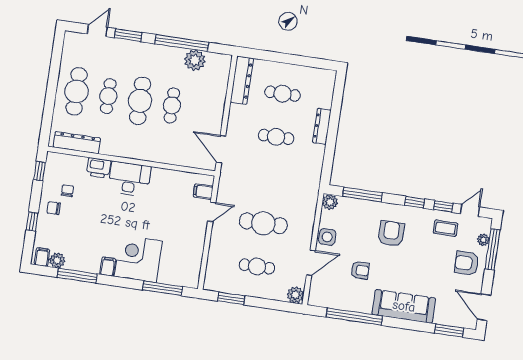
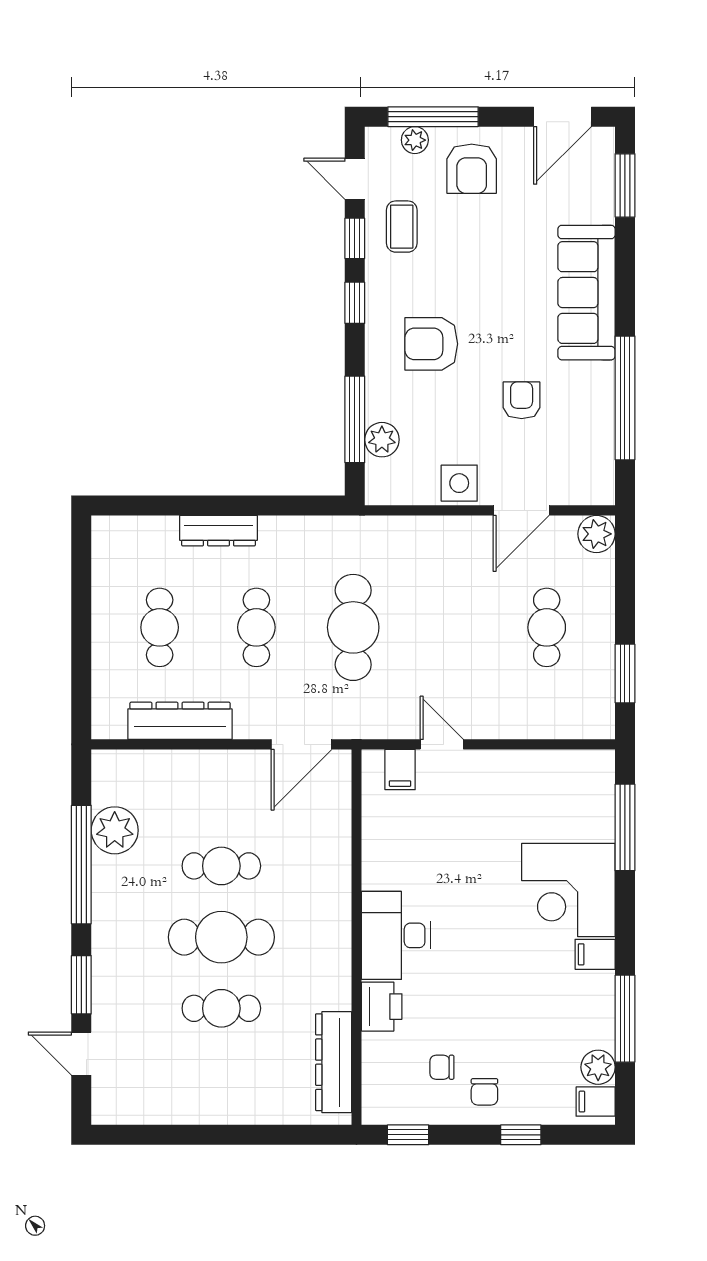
dresser: (242, 80) -> (180, 721), moved
cafe table: (77, 91) -> (221, 1079), removed
plant: (330, 202) -> (382, 440), moved
cafe table: (263, 223) -> (353, 627), moved
door: (311, 263) -> (521, 510), swing flipped

